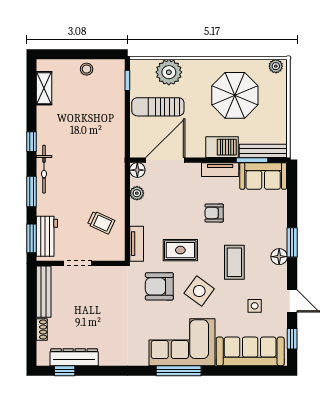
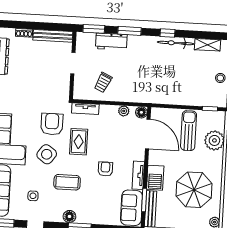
bicycle: (44, 169) -> (176, 43), moved
workbench: (47, 236) -> (111, 42), moved

